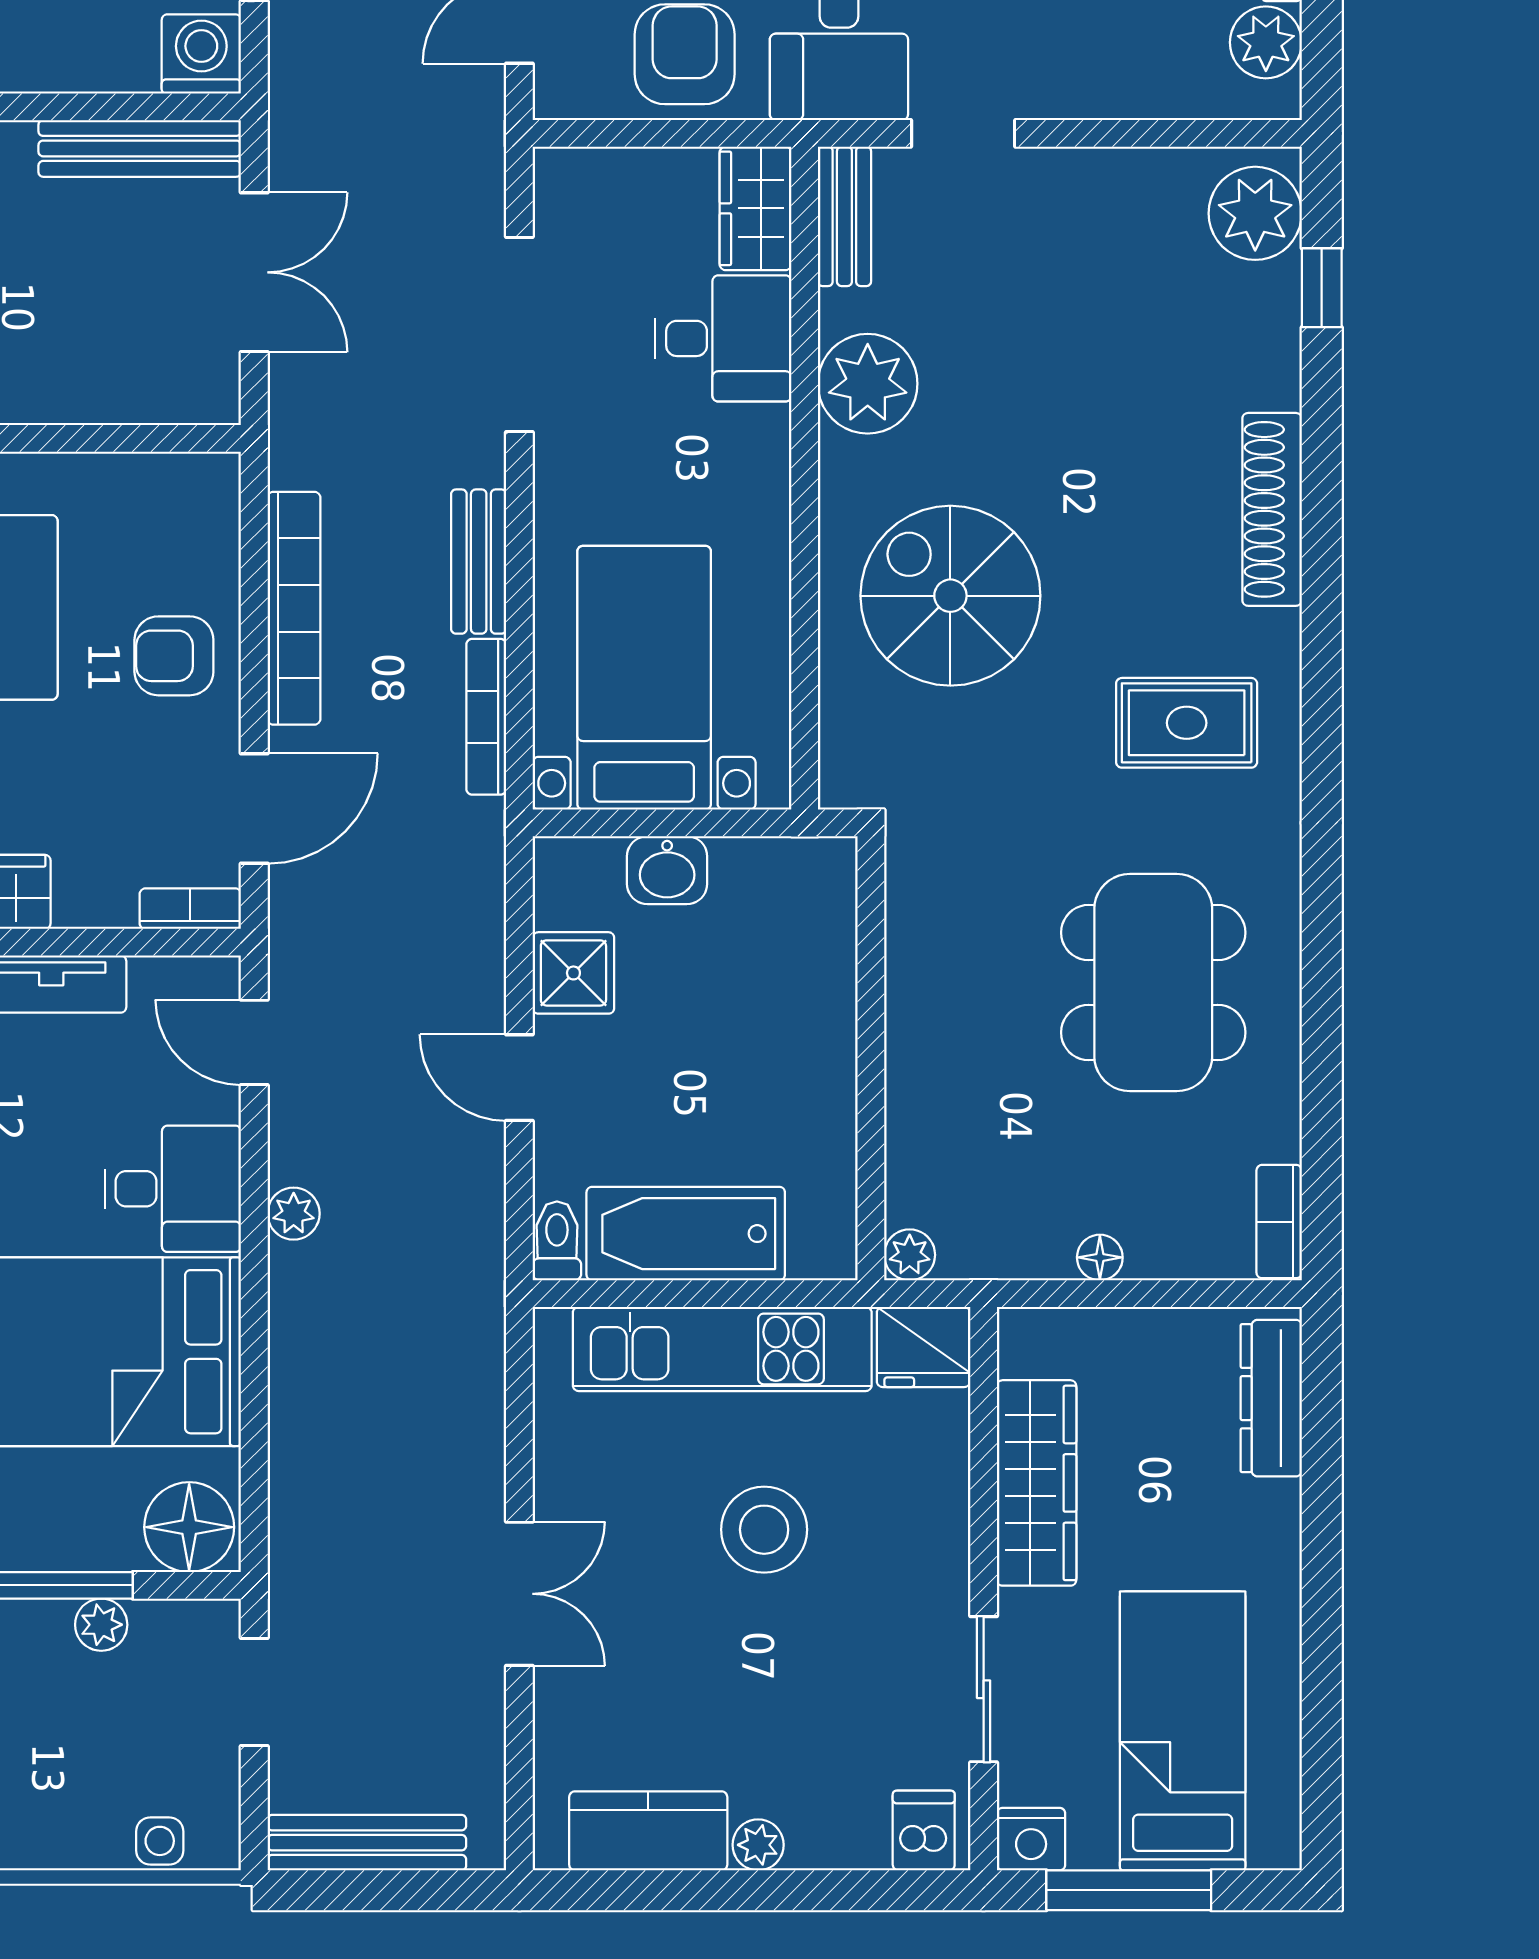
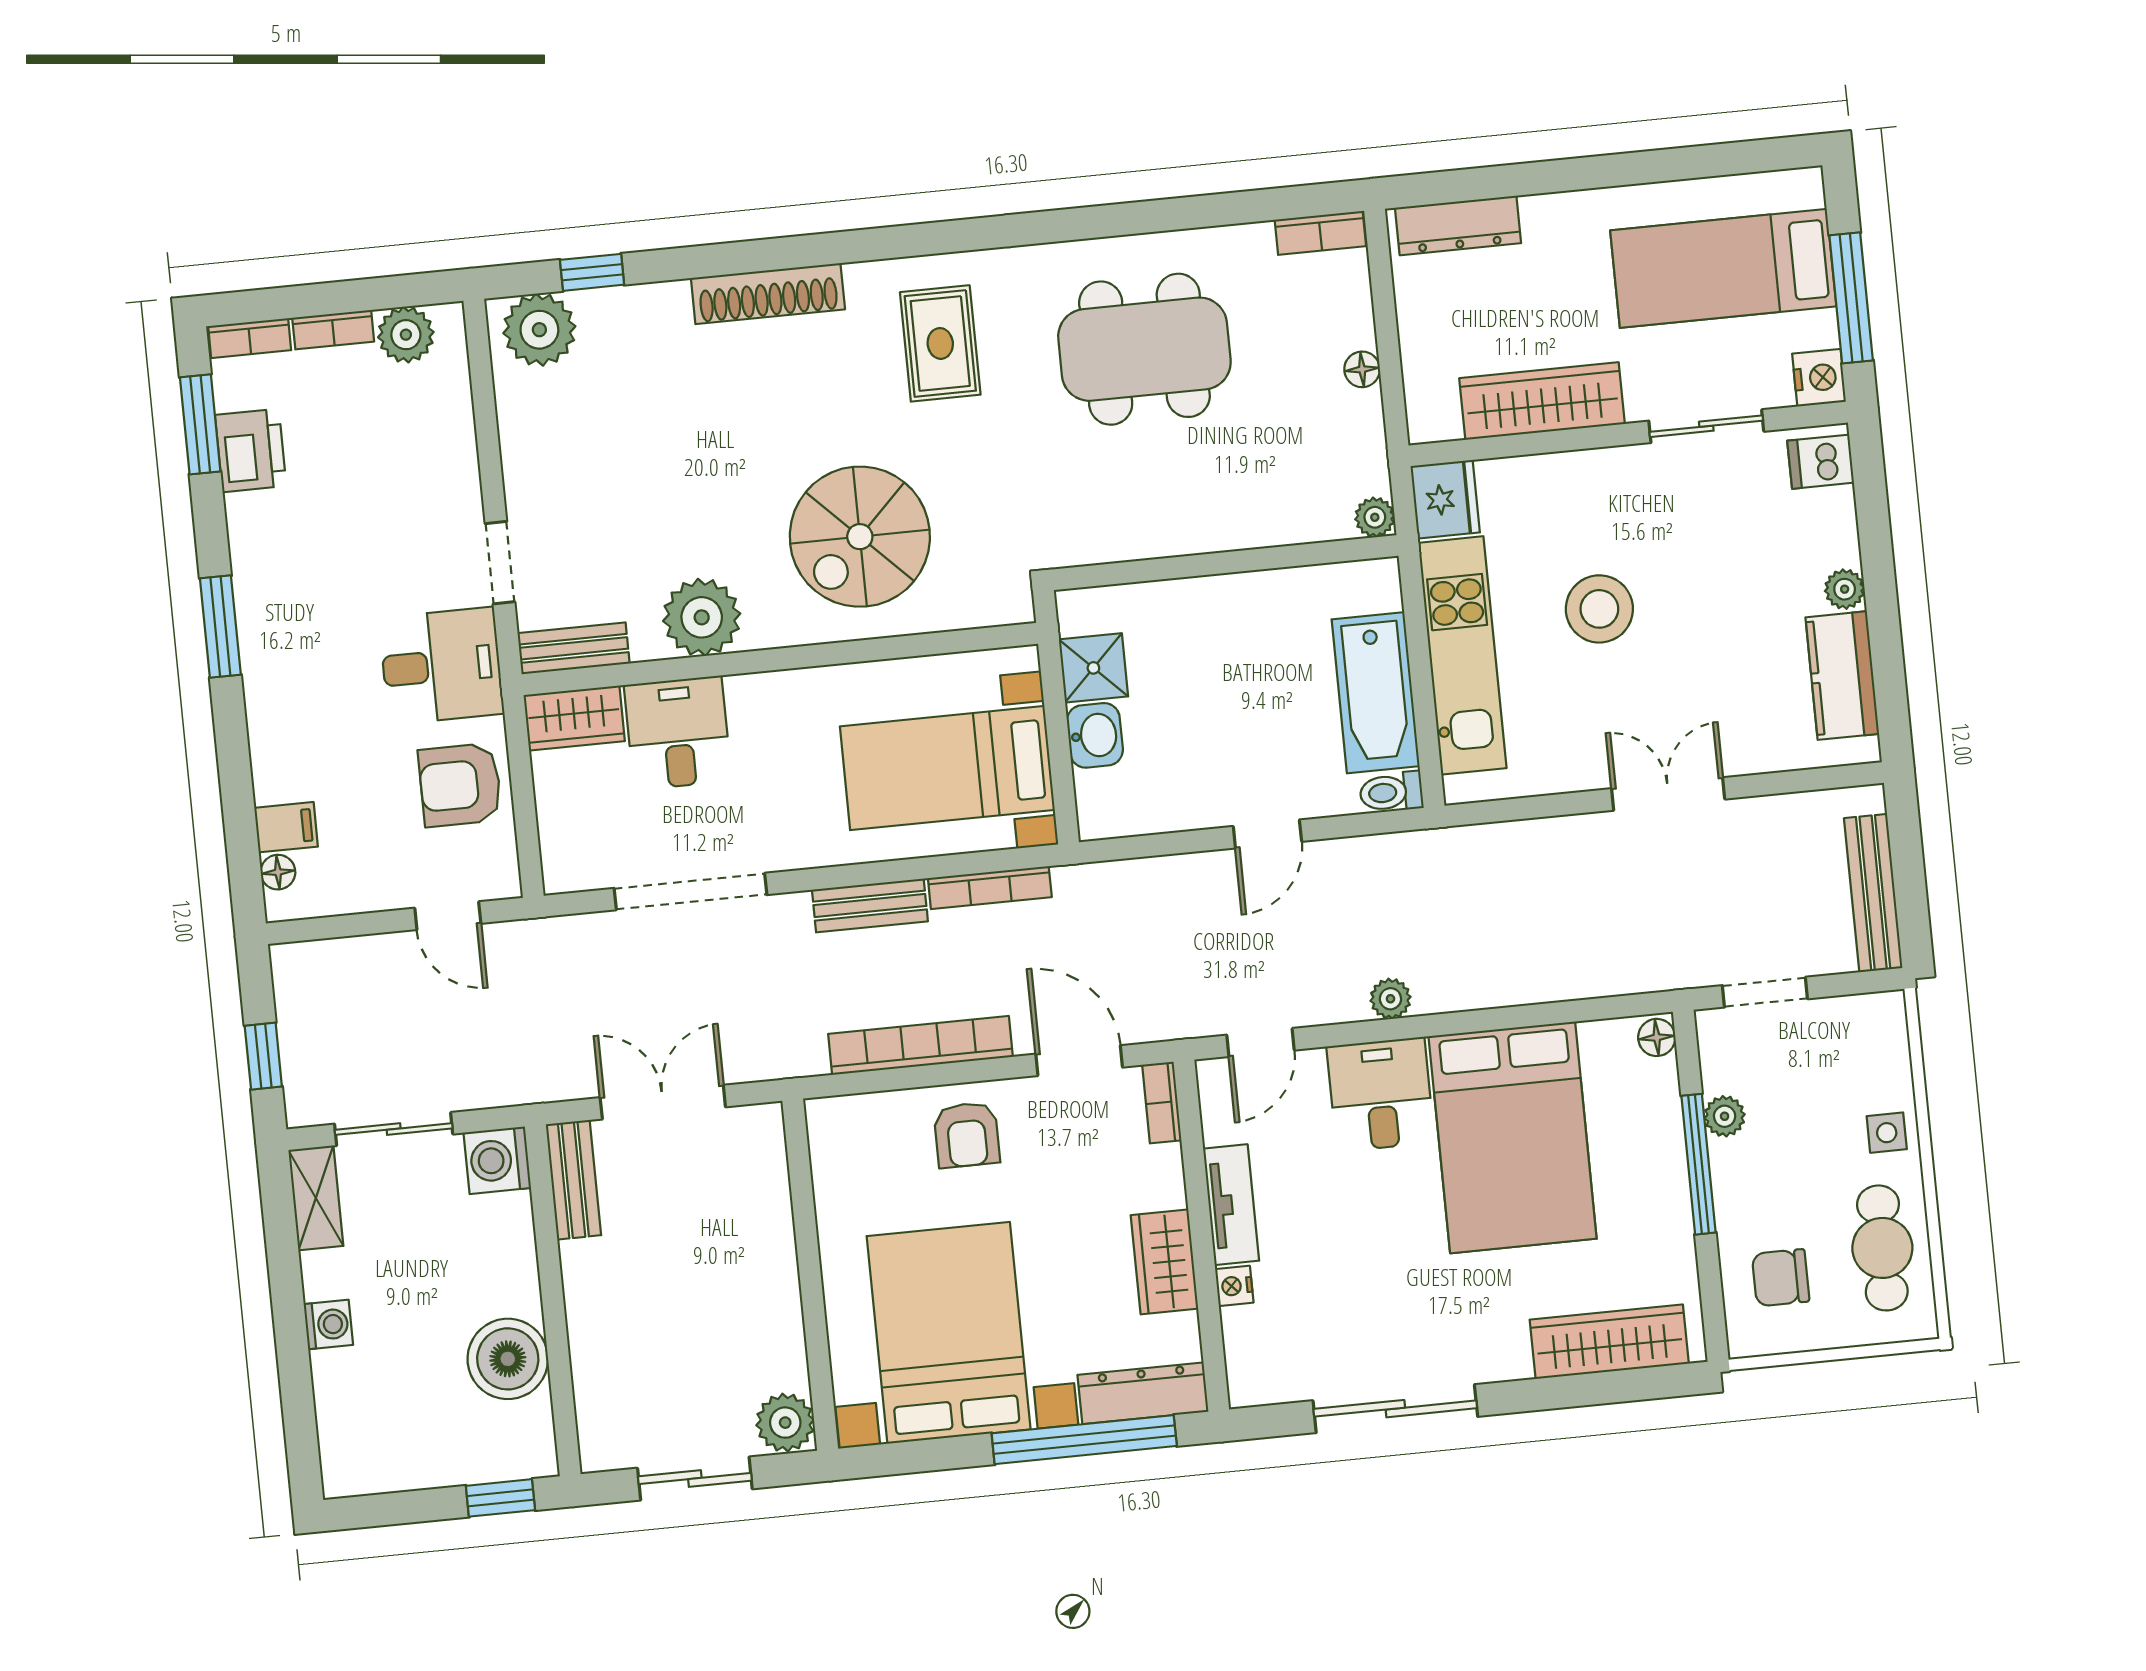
bench: (140, 148) -> (573, 1180), width x0.73
shower: (573, 973) -> (1093, 668), moved
floor lamp: (189, 1527) -> (1657, 1037), width x0.53, depth x0.53
side table: (160, 1841) -> (1887, 1133), moved

